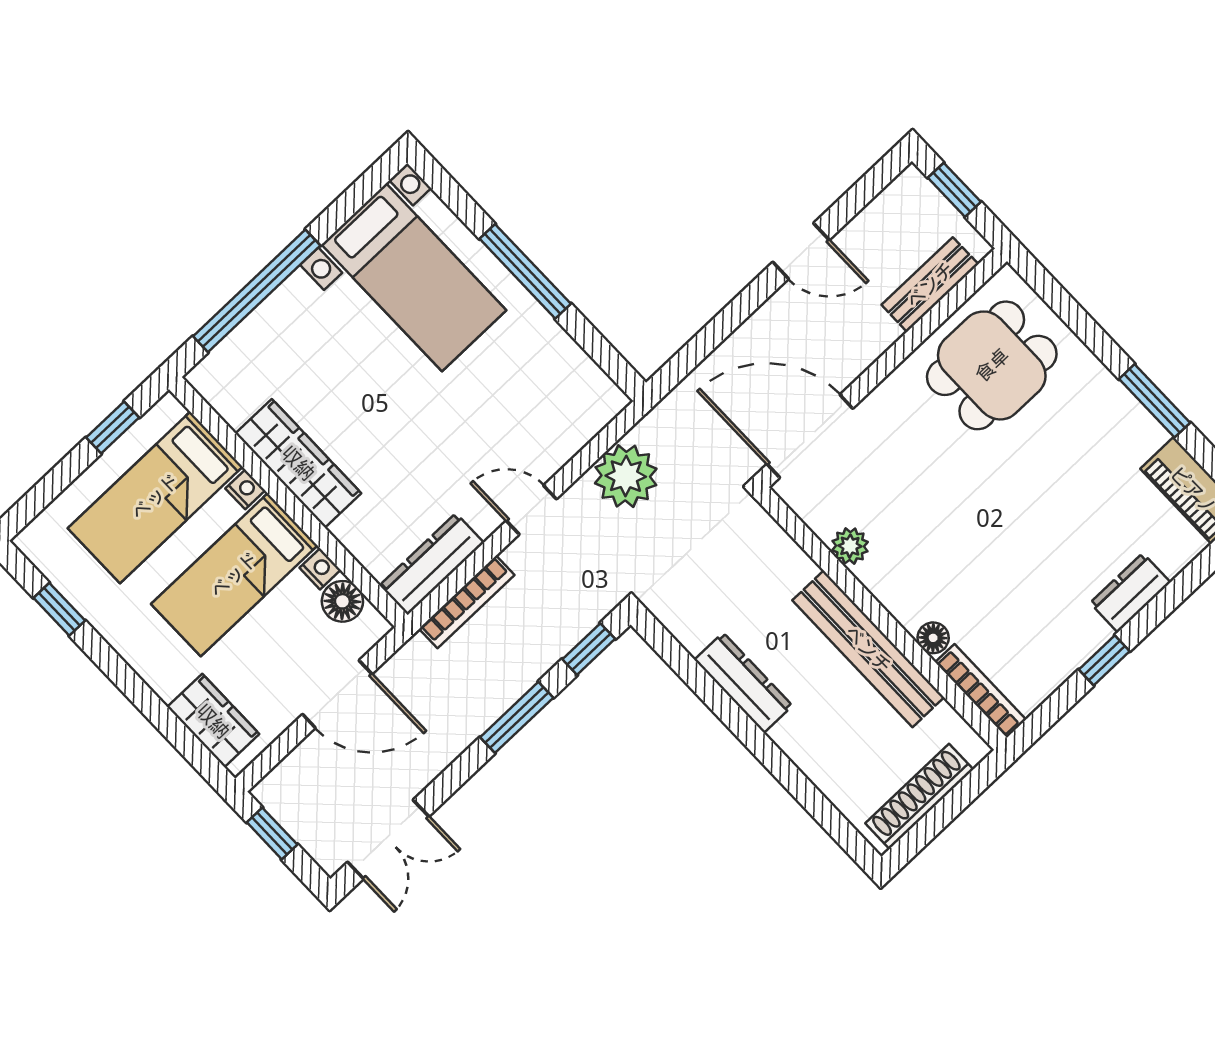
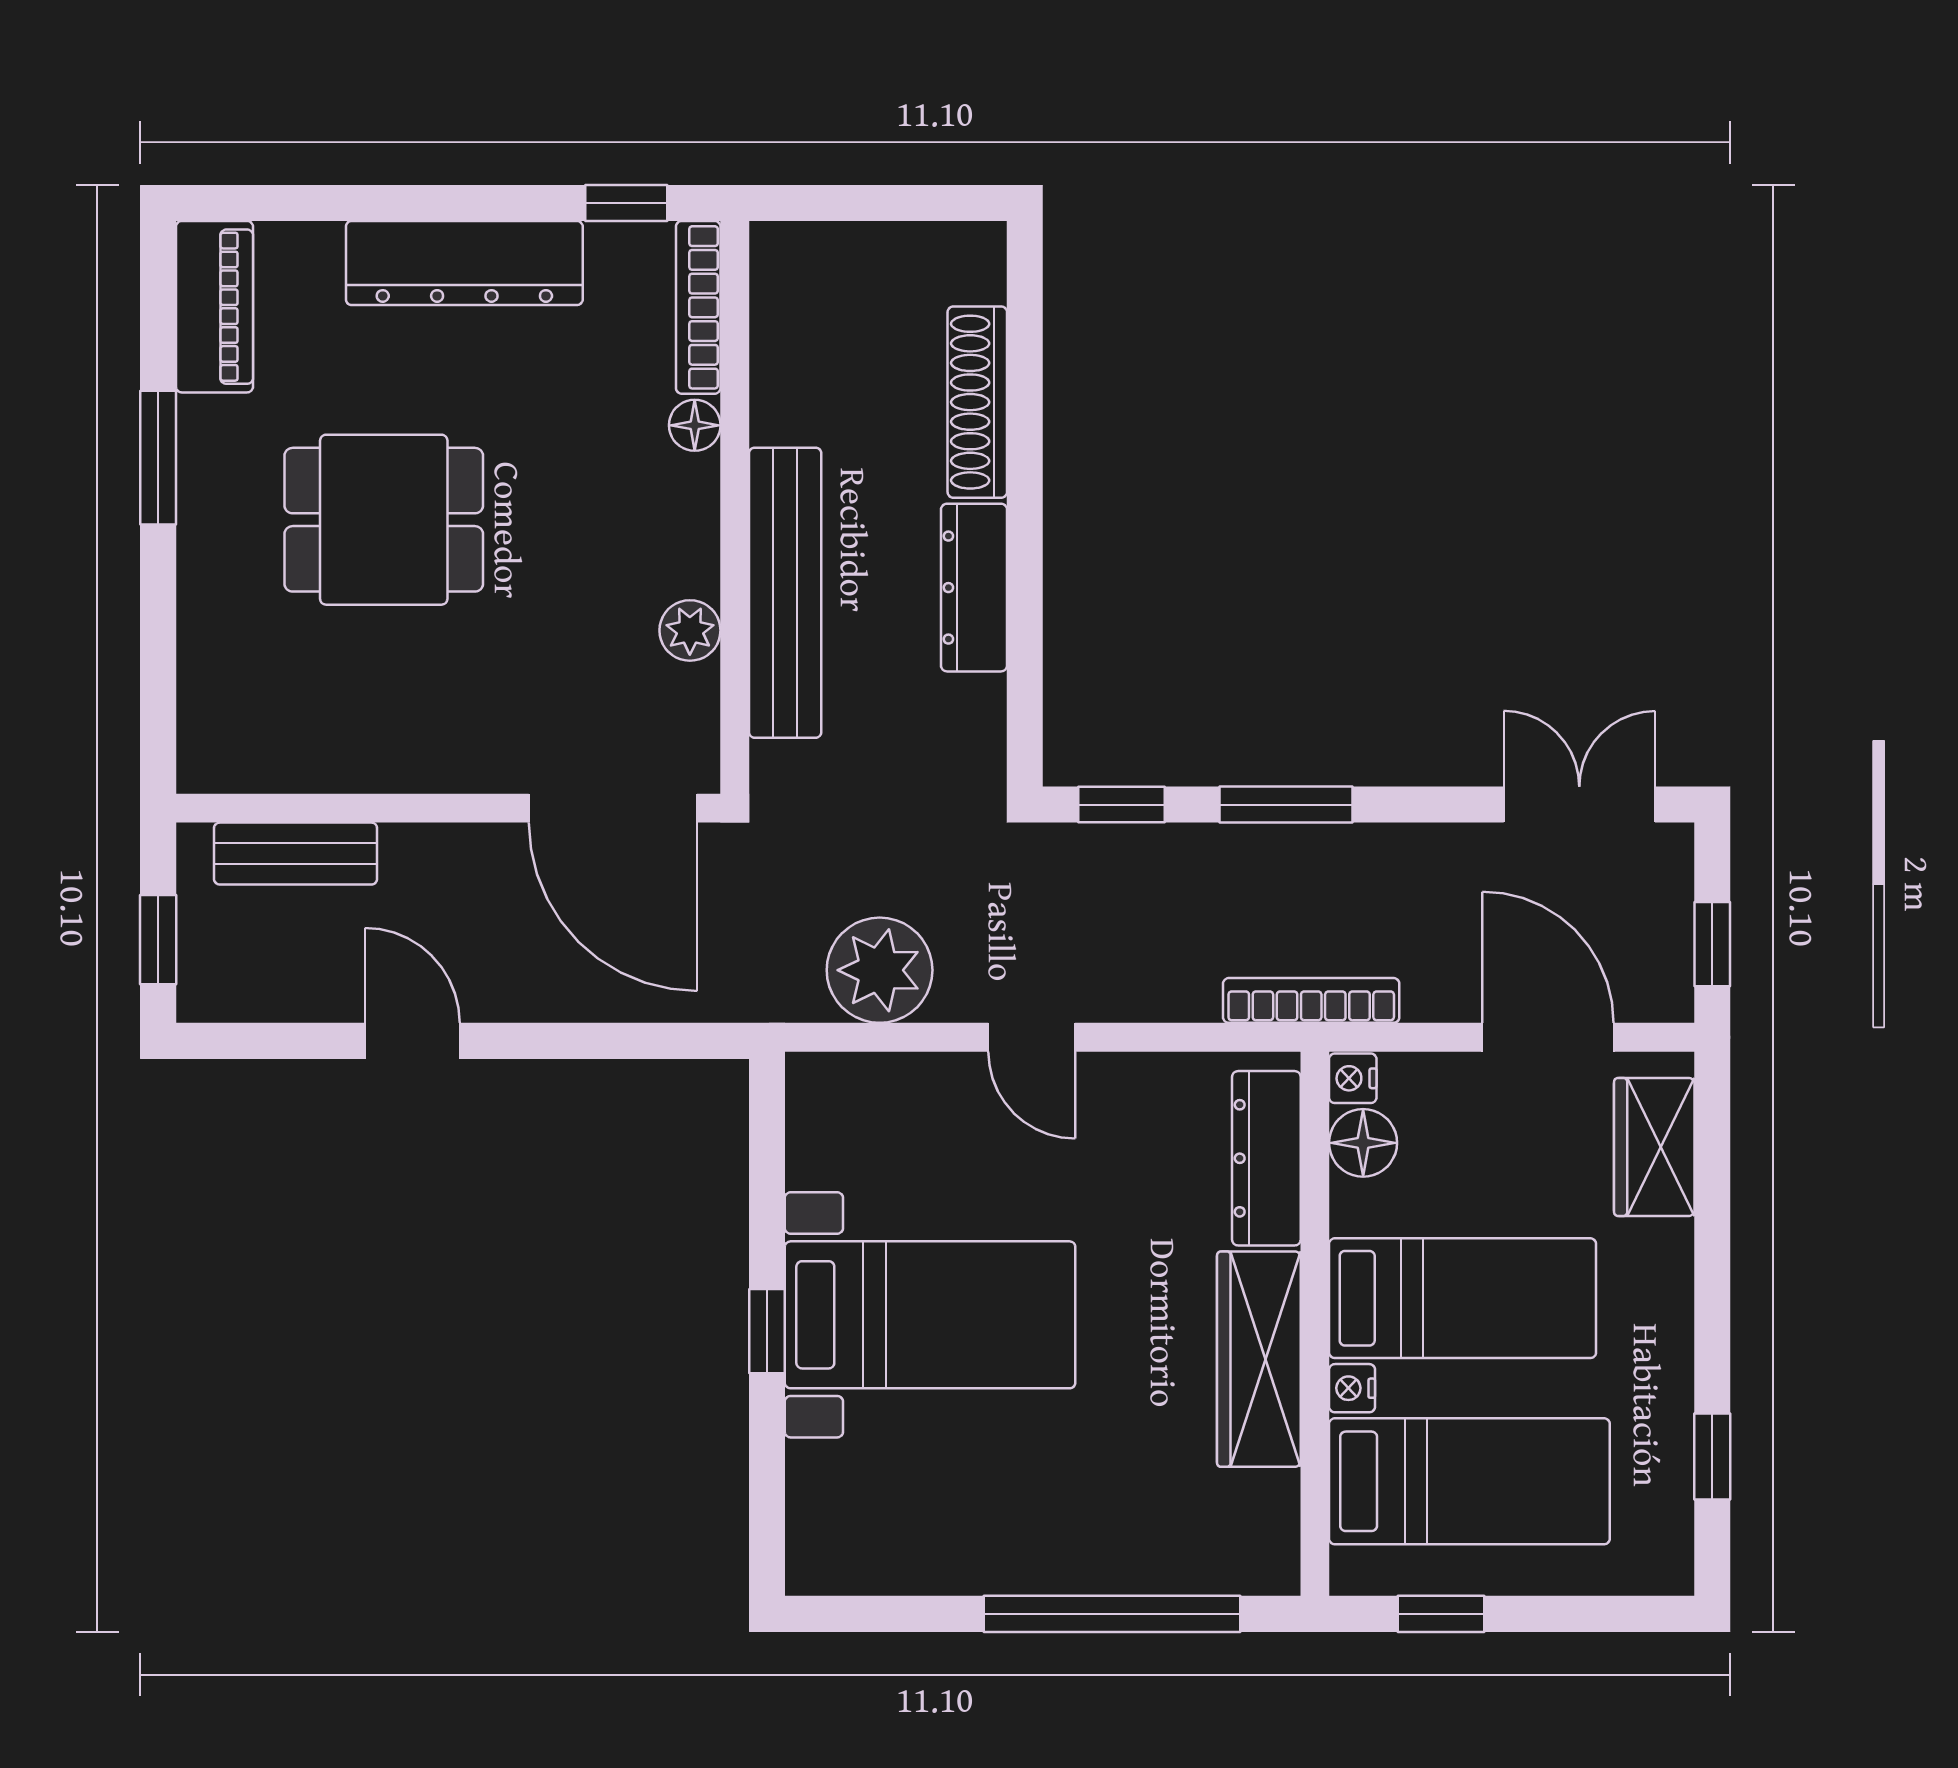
window: (525, 271) -> (767, 1331), width x0.46
bed with nightstands: (414, 277) -> (930, 1315), moved, turned 90
dining table: (992, 365) -> (384, 520), moved
dresser: (432, 564) -> (1266, 1158), moved, turned 90
nightstand: (320, 569) -> (1353, 1078), moved
dresser: (1130, 593) -> (464, 263), width x1.96, depth x1.24
bookcase: (467, 602) -> (1311, 1000), moved
bench: (868, 649) -> (785, 593), moved
window: (1104, 660) -> (626, 203), moved
door: (337, 694) -> (1548, 1037), moved
shoe rack: (919, 796) -> (977, 402), moved, turned 90

